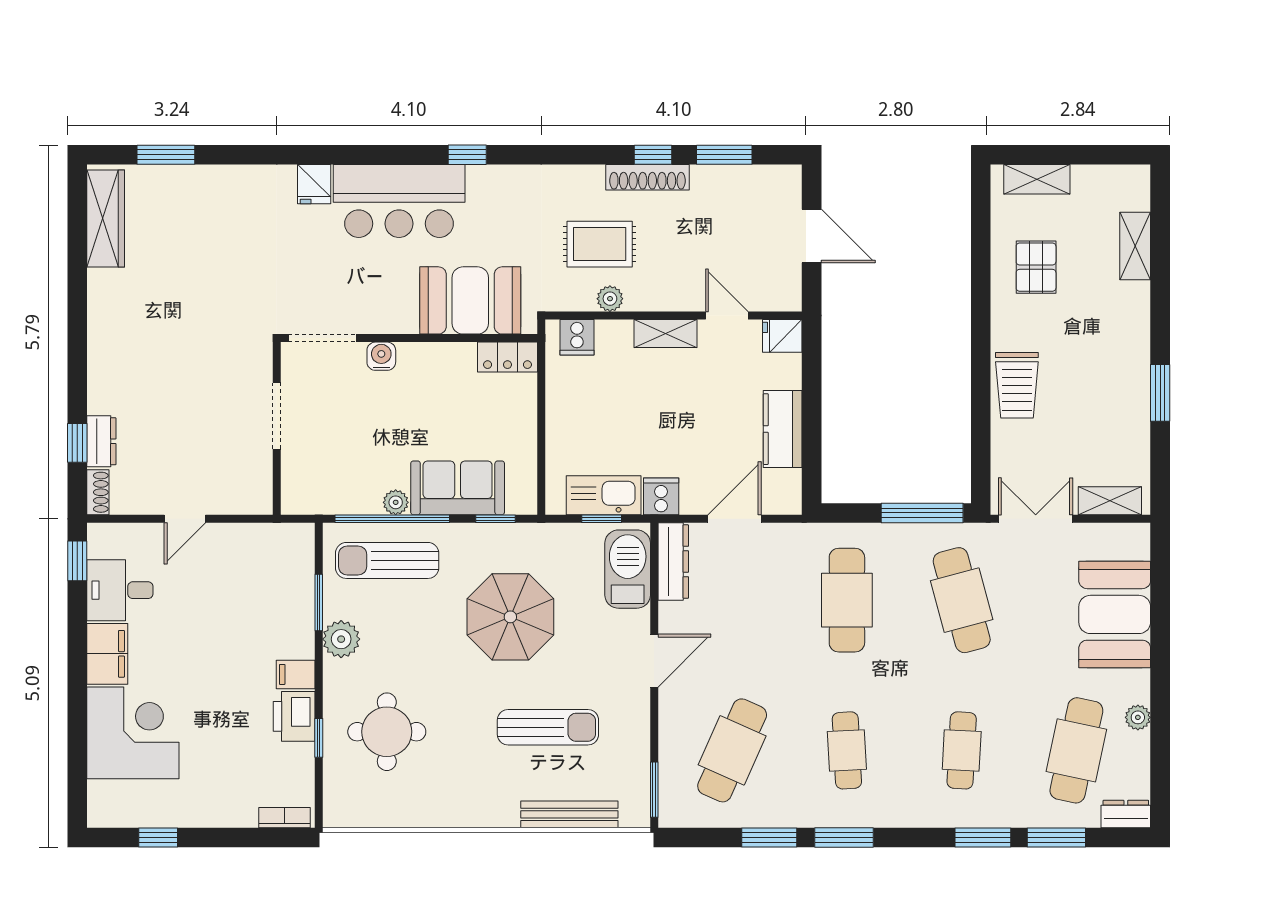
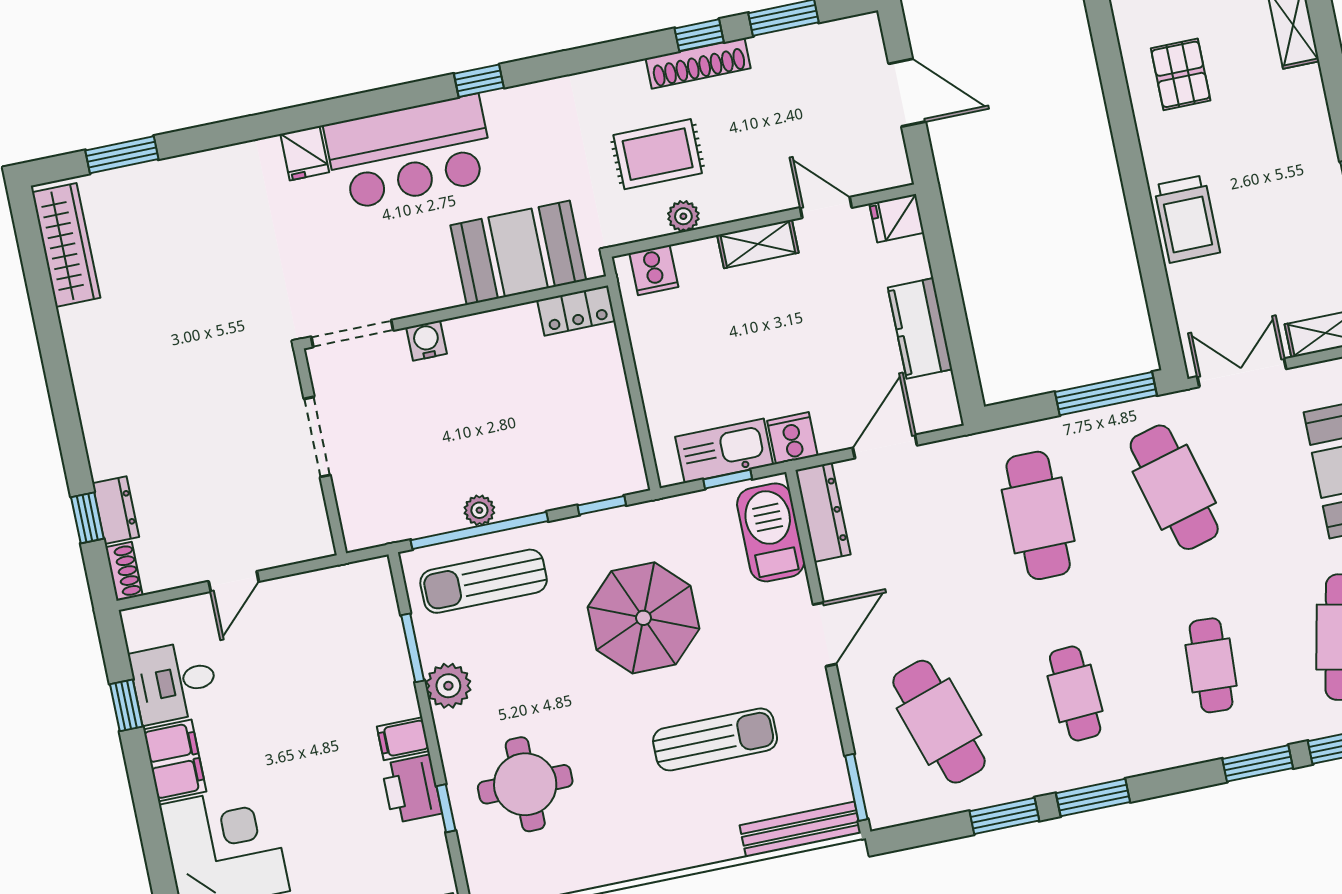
sofa: (458, 488) -> (549, 478), removed
window: (77, 561) -> (126, 705), moved
cafe table: (732, 750) -> (939, 722), turned -42
bench: (569, 814) -> (800, 829), moved

